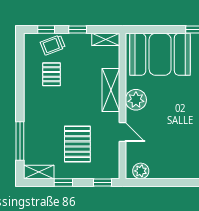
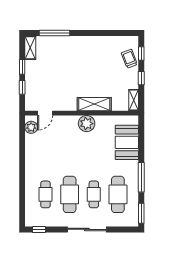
booth: (160, 54) -> (127, 142), width x0.73, depth x0.70
pallet: (52, 74) -> (106, 58), removed
door: (123, 132) -> (45, 113), moved
pallet: (77, 144) -> (52, 78), removed
window: (103, 182) -> (22, 87), moved

